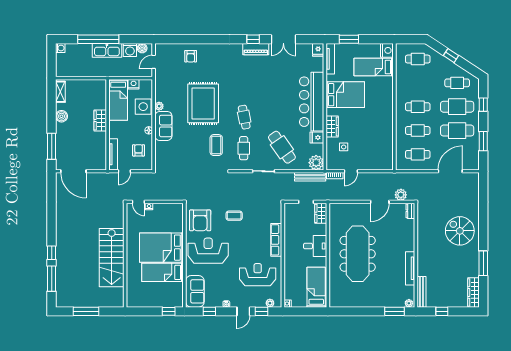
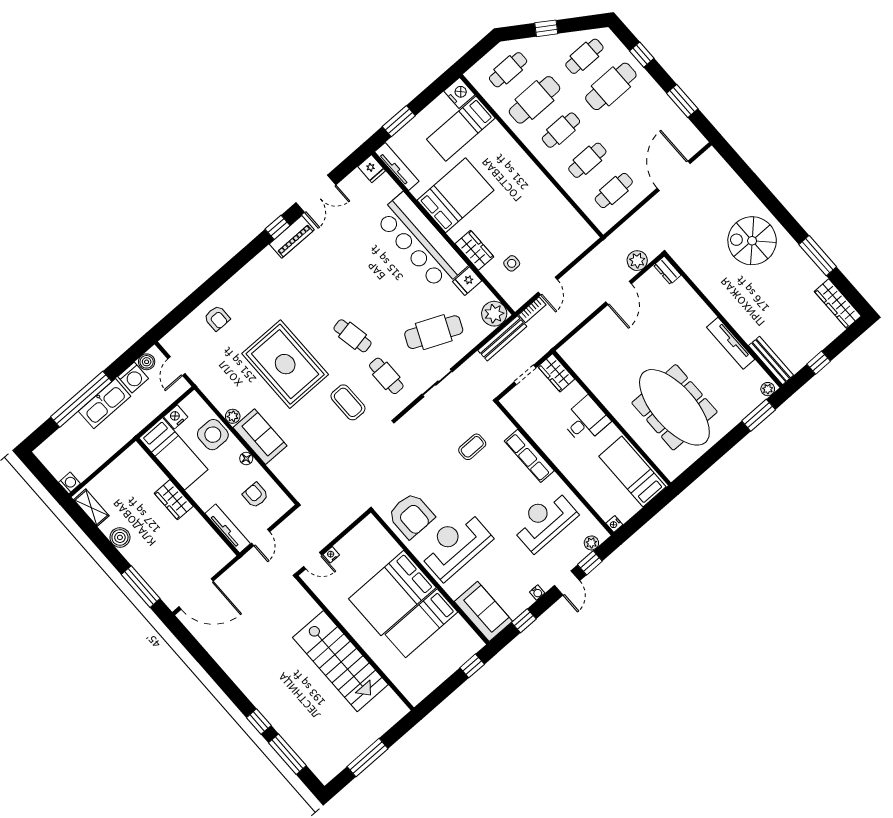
washing machine: (60, 48) -> (69, 483), moved
cafe table: (457, 131) -> (534, 100), moved
cafe table: (282, 147) -> (434, 332), turned -31
coffee table: (234, 216) -> (472, 447), moved
meeting table: (358, 254) -> (674, 407), moved

